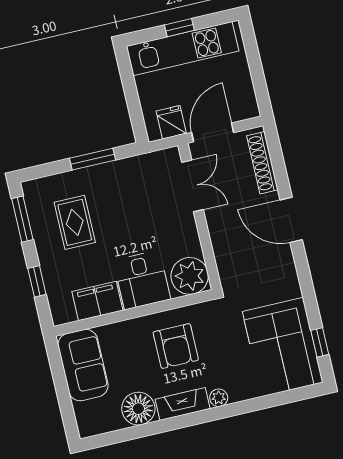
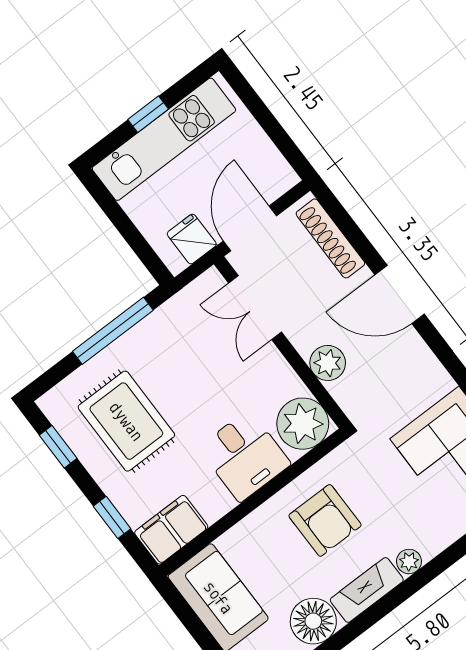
window: (93, 159) -> (113, 331), width x1.44
double door: (193, 186) -> (255, 308), swing flipped
window: (22, 219) -> (58, 447), width x0.67
rug: (75, 222) -> (126, 421), width x1.36, depth x1.43
plant: (224, 244) -> (328, 363), added
filing cabinet: (97, 301) -> (171, 530), moved

